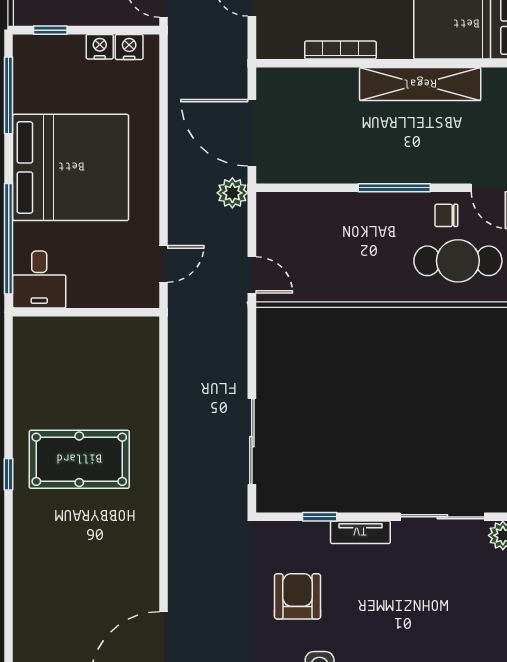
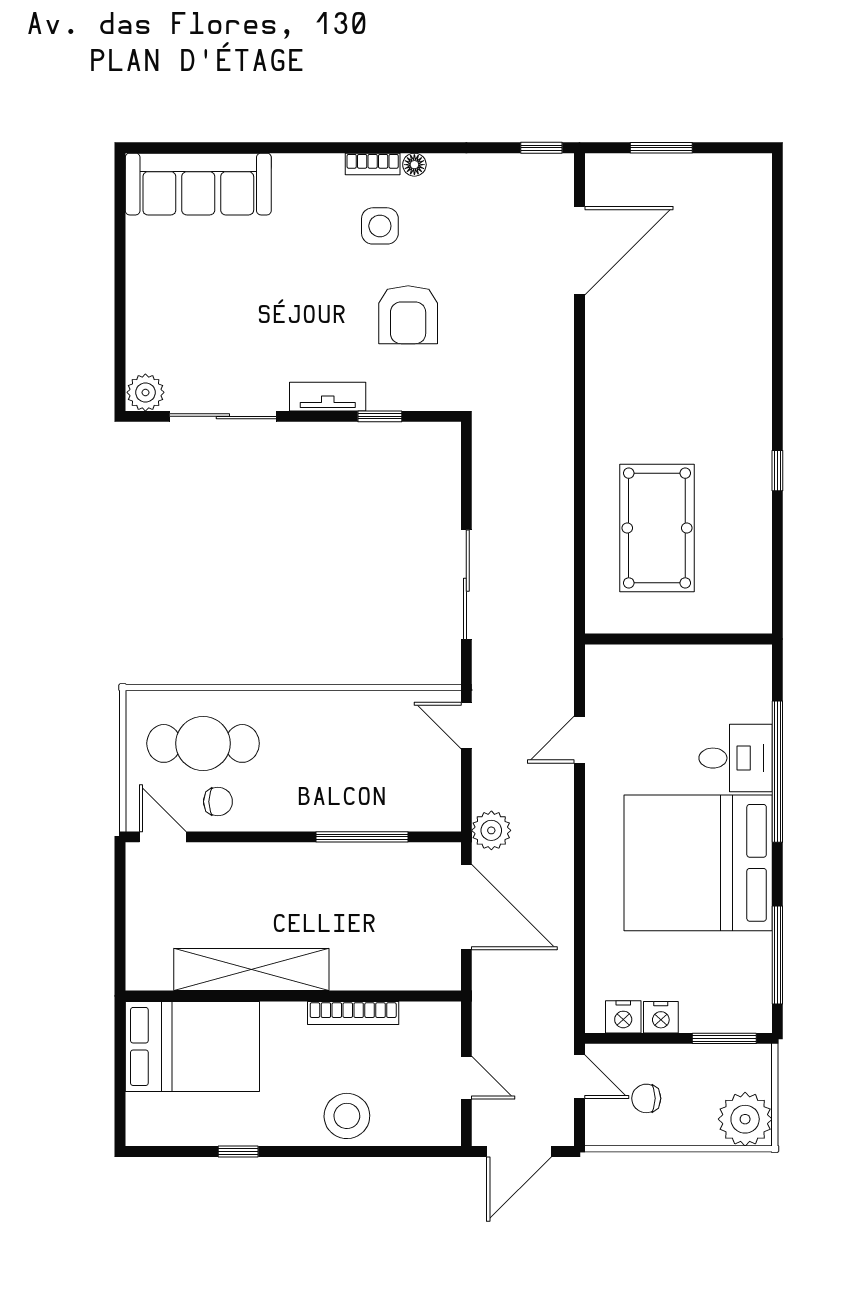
window: (50, 30) -> (724, 1038), width x1.50
window: (394, 188) -> (362, 837), moved
desk: (39, 279) -> (736, 758), moved, turned 90
wall: (86, 312) -> (678, 639), moved
sliding door: (252, 442) -> (466, 585), moved
pool table: (79, 459) -> (657, 528), moved, turned 90

